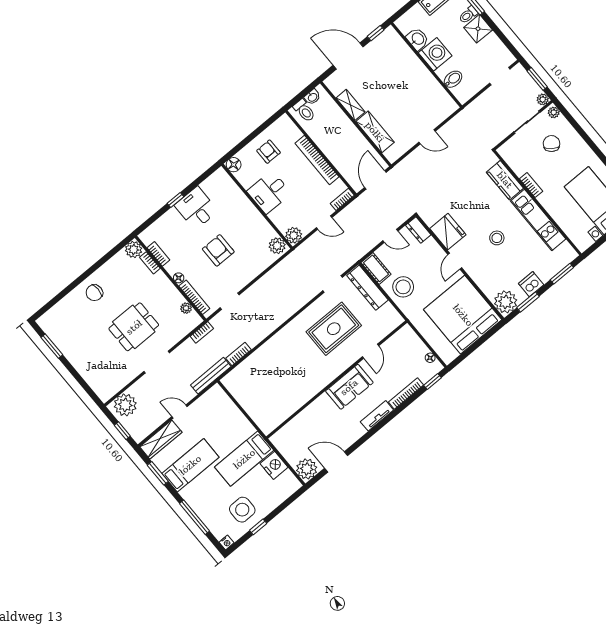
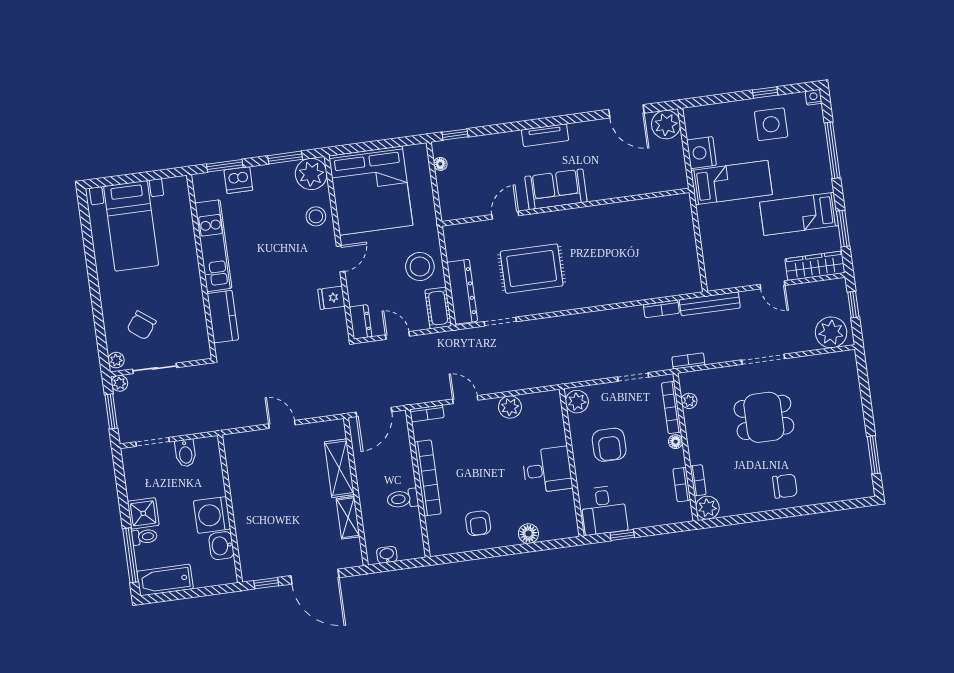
bidet: (453, 79) -> (186, 453), moved, turned -90
toilet: (304, 111) -> (403, 499), moved, turned -90
bookcase: (531, 185) -> (196, 292), removed
desk: (269, 192) -> (547, 470), moved
wall: (257, 206) -> (572, 463), moved
fridge: (448, 232) -> (331, 298), width x0.53, depth x0.75
stool: (497, 238) -> (316, 216), moved
plant: (277, 246) -> (577, 402), moved
dishwasher: (531, 284) -> (238, 180), moved
bookcase: (406, 394) -> (495, 140), removed

